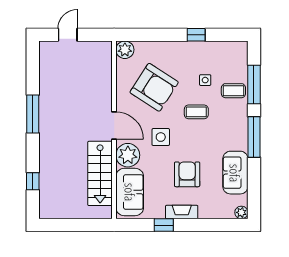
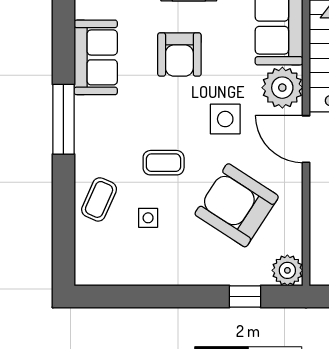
window: (196, 35) -> (245, 297), moved
window: (254, 84) -> (63, 210), removed
coffee table: (233, 91) -> (99, 199), turned -66

